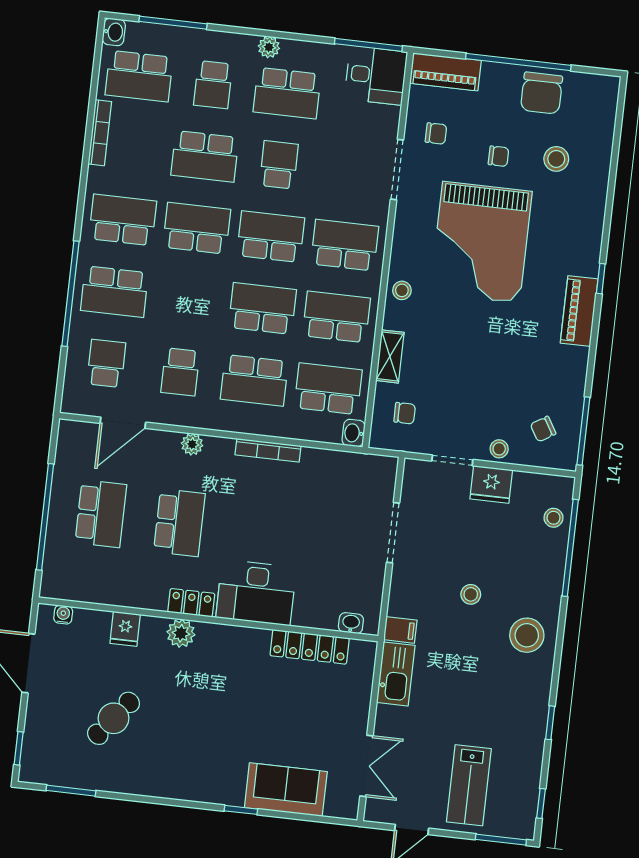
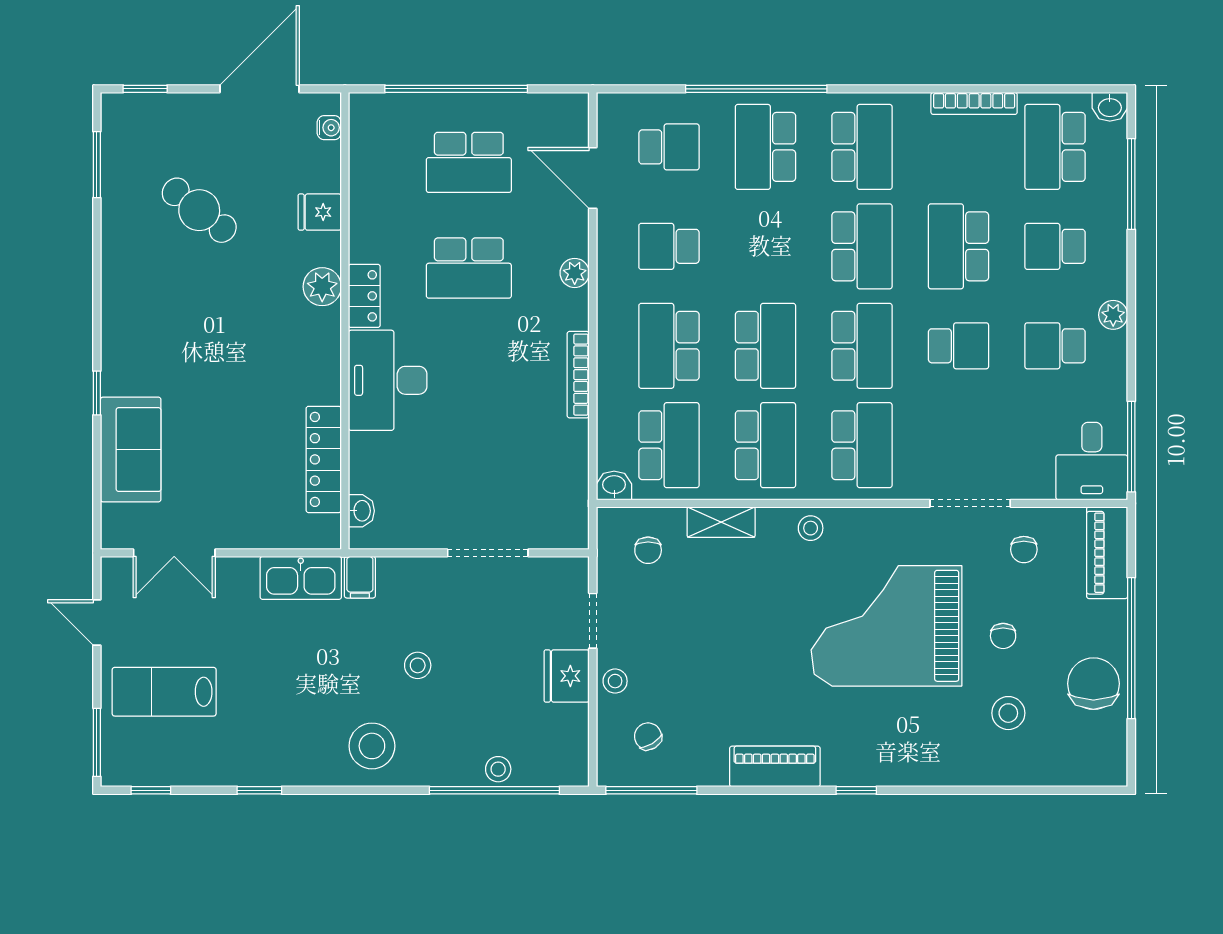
school desk: (287, 93) -> (1055, 346), width x0.54
chair: (542, 93) -> (1093, 684), turned 90
piano: (579, 311) -> (775, 766), moved
stool: (554, 518) -> (498, 769), moved

